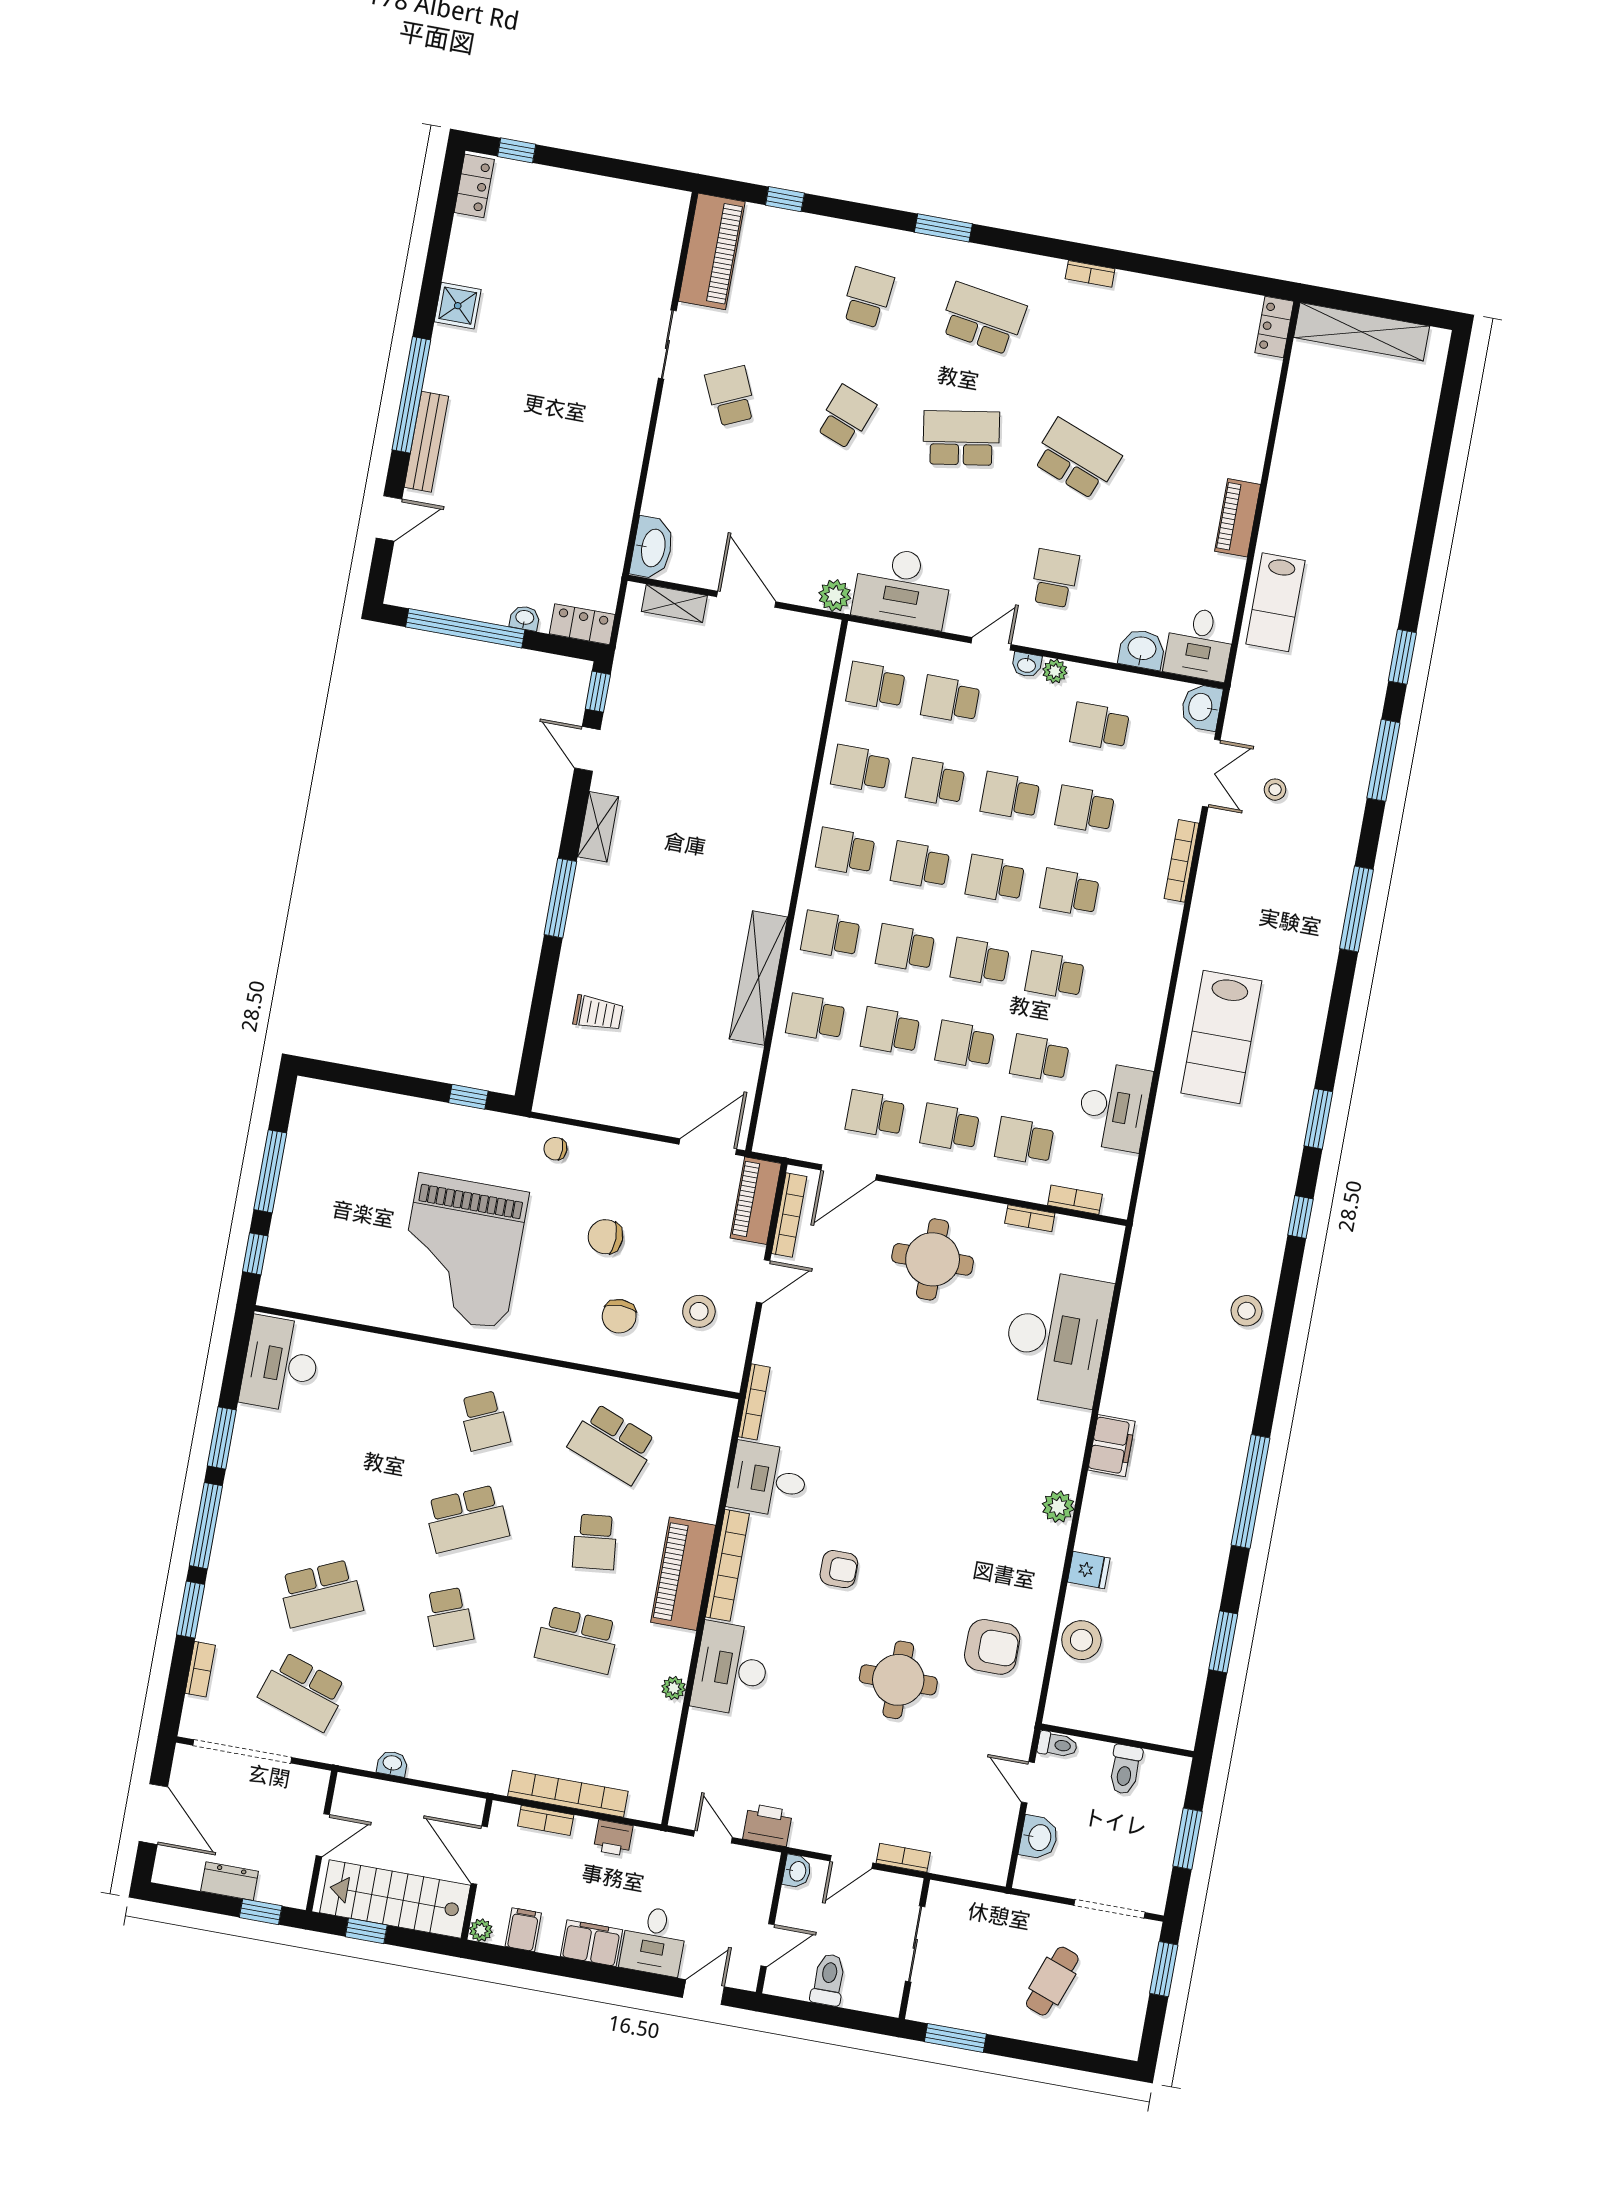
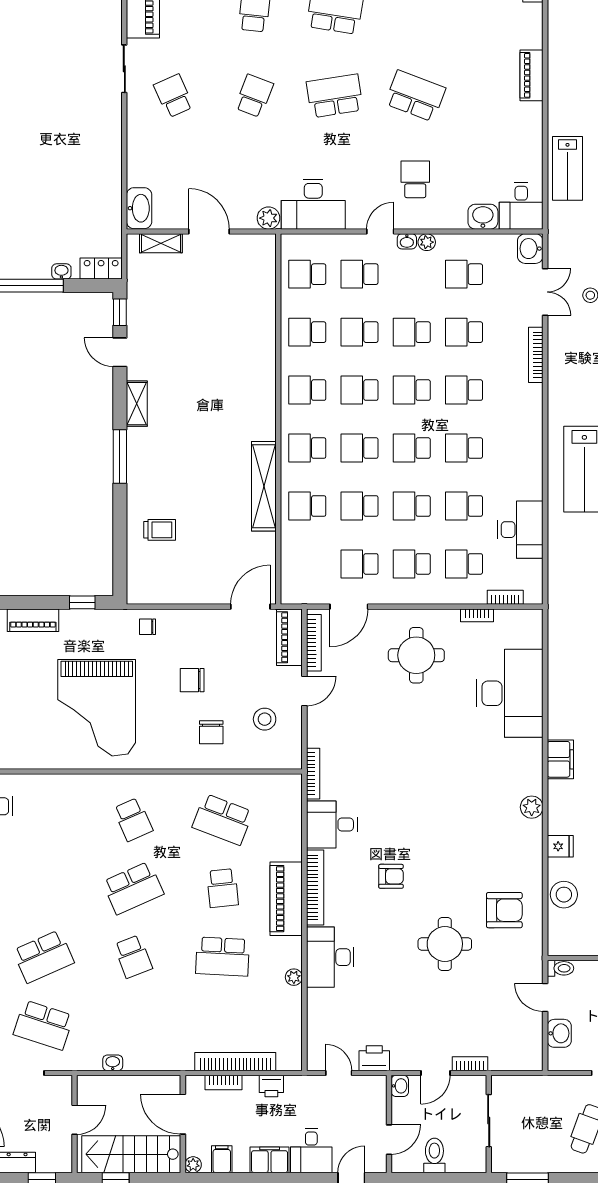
piano: (1238, 518) -> (532, 75), moved
piano: (393, 1110) -> (33, 620), added

